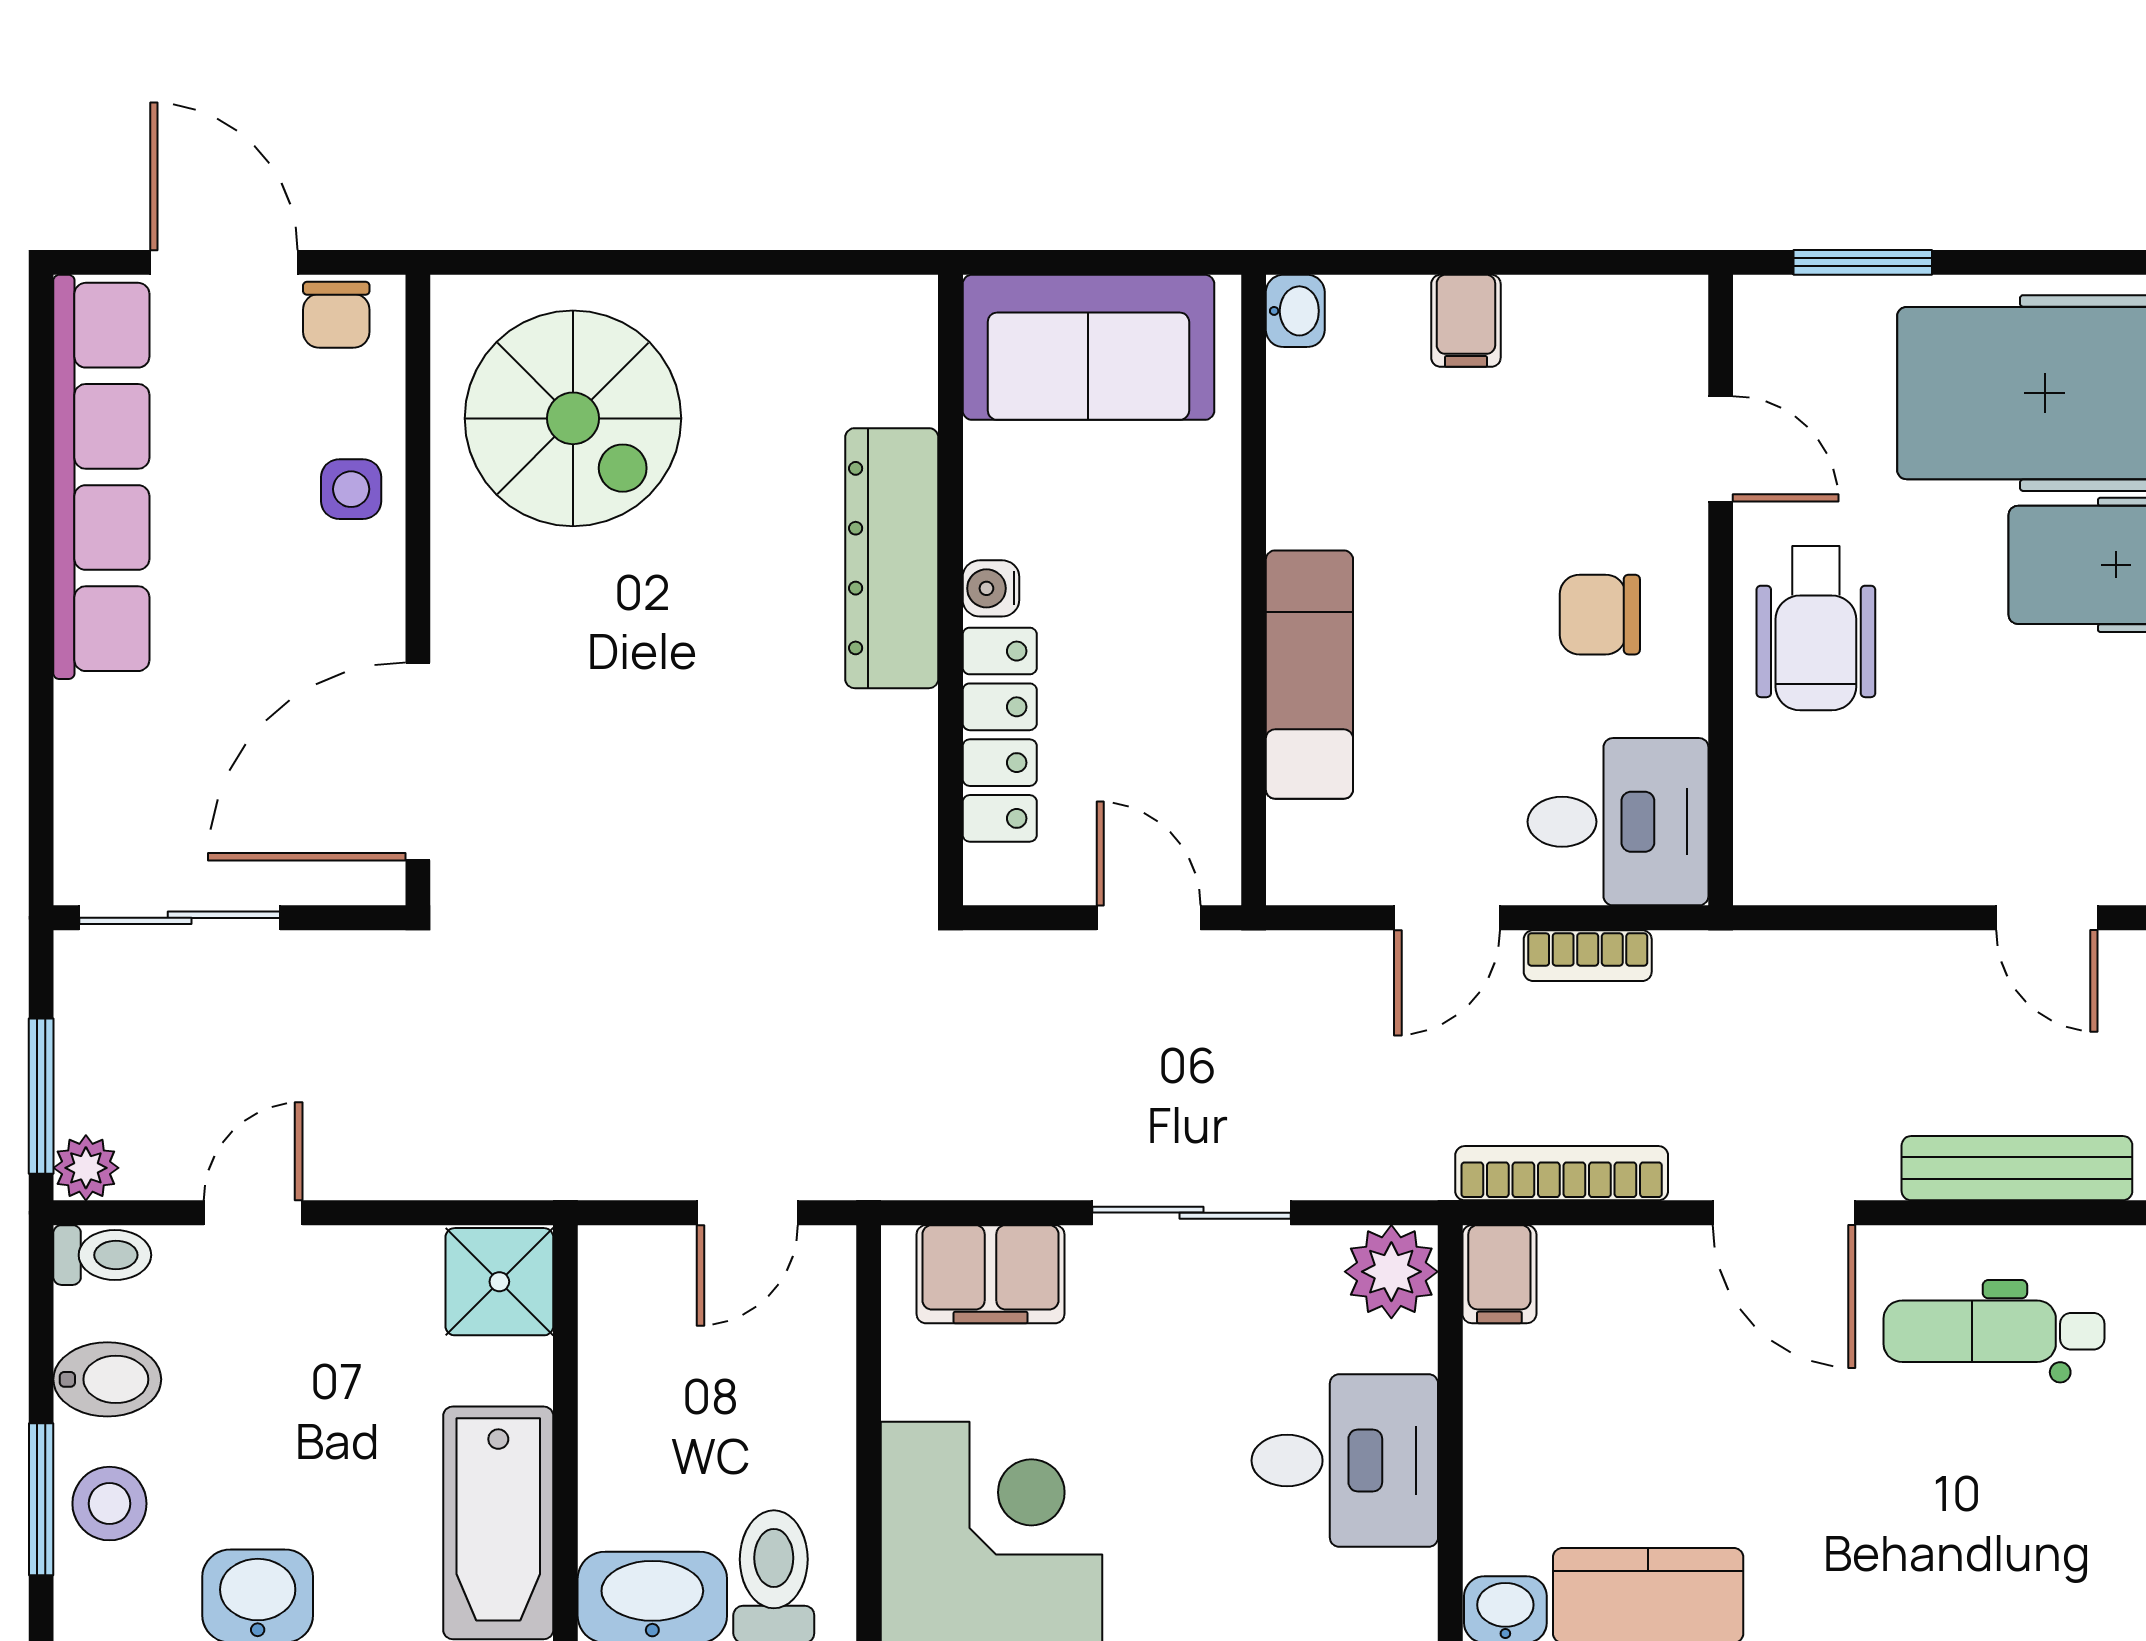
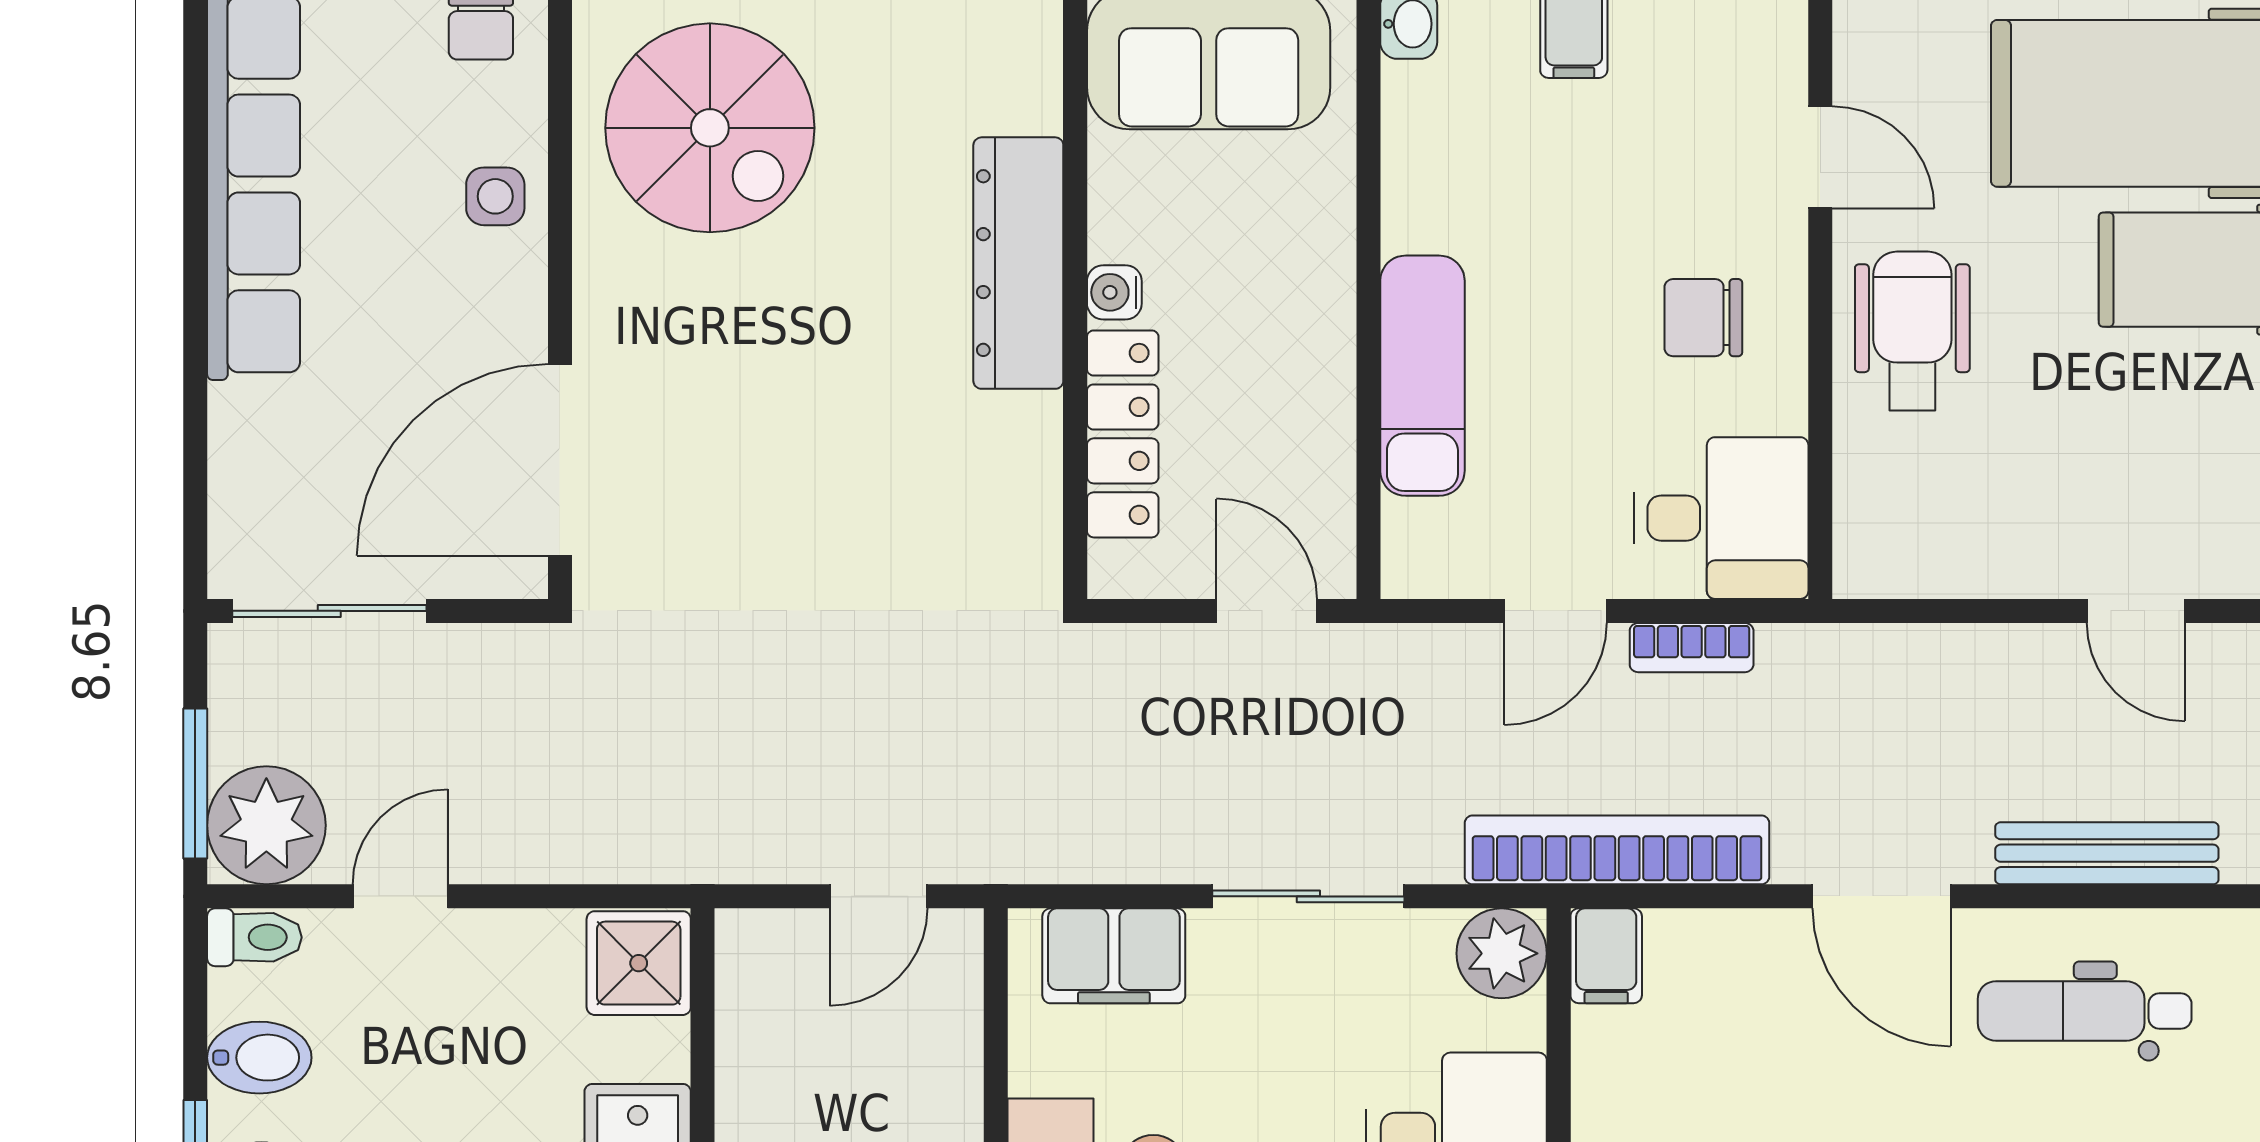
wheelchair: (1816, 628) -> (1912, 331), turned 180
plant: (86, 1168) -> (266, 825), width x1.87, depth x1.87
bookcase: (1562, 1173) -> (1617, 850), width x1.48, depth x1.31

